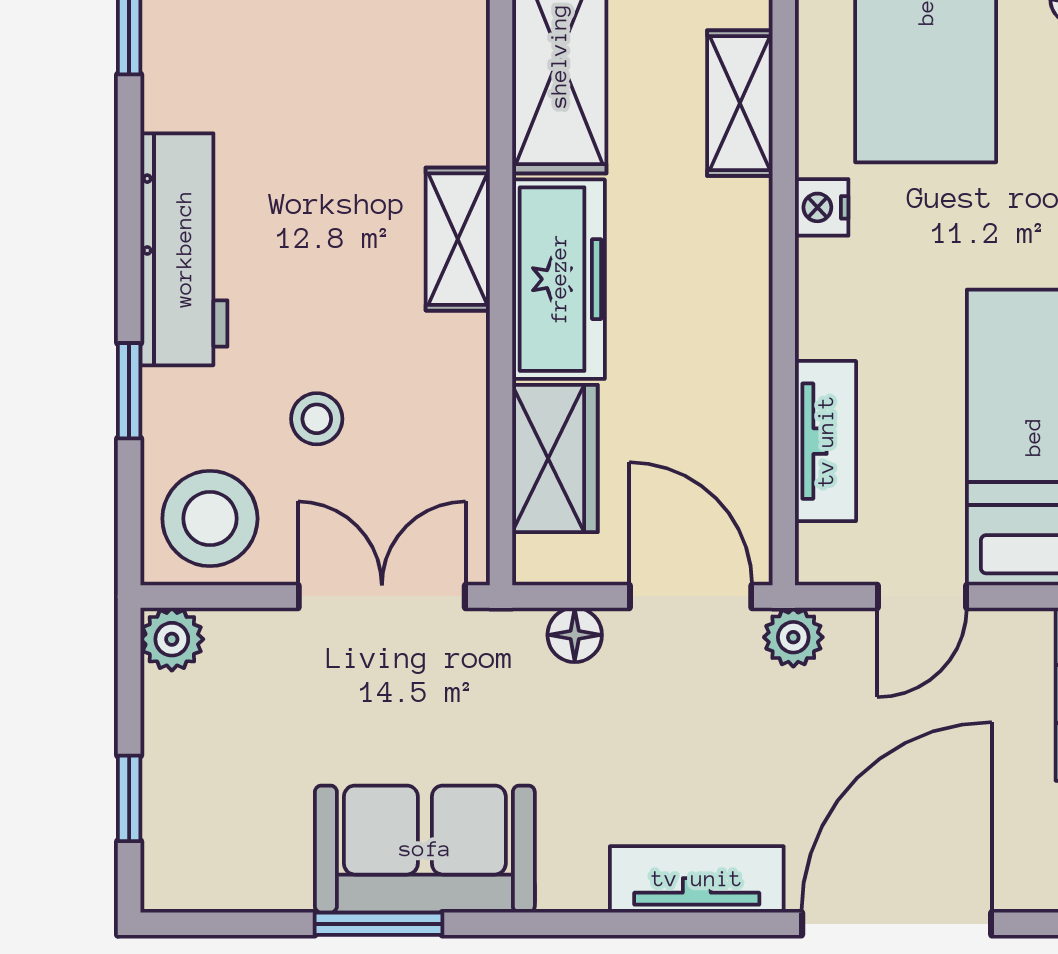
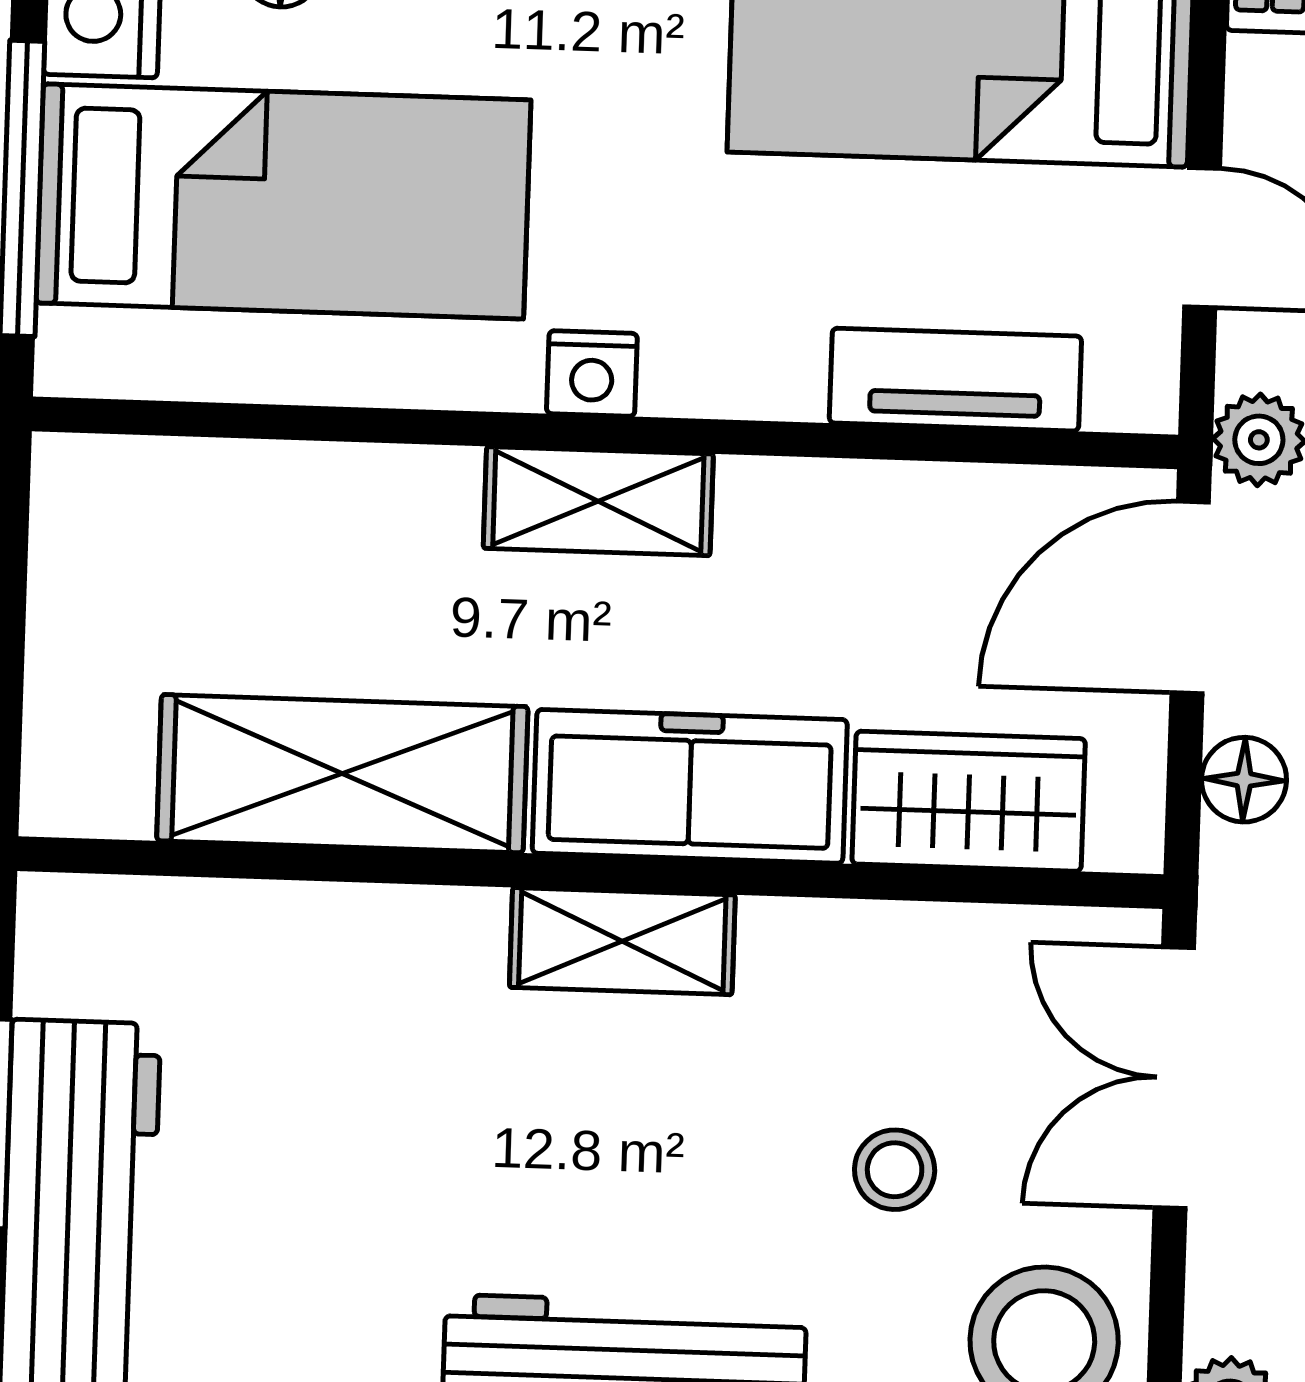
shelving: (740, 103) -> (598, 501), moved

